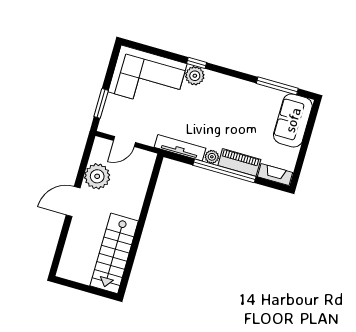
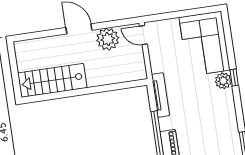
window: (101, 103) -> (167, 16), removed
door: (124, 141) -> (143, 35), moved
plant: (212, 157) -> (165, 124), removed

